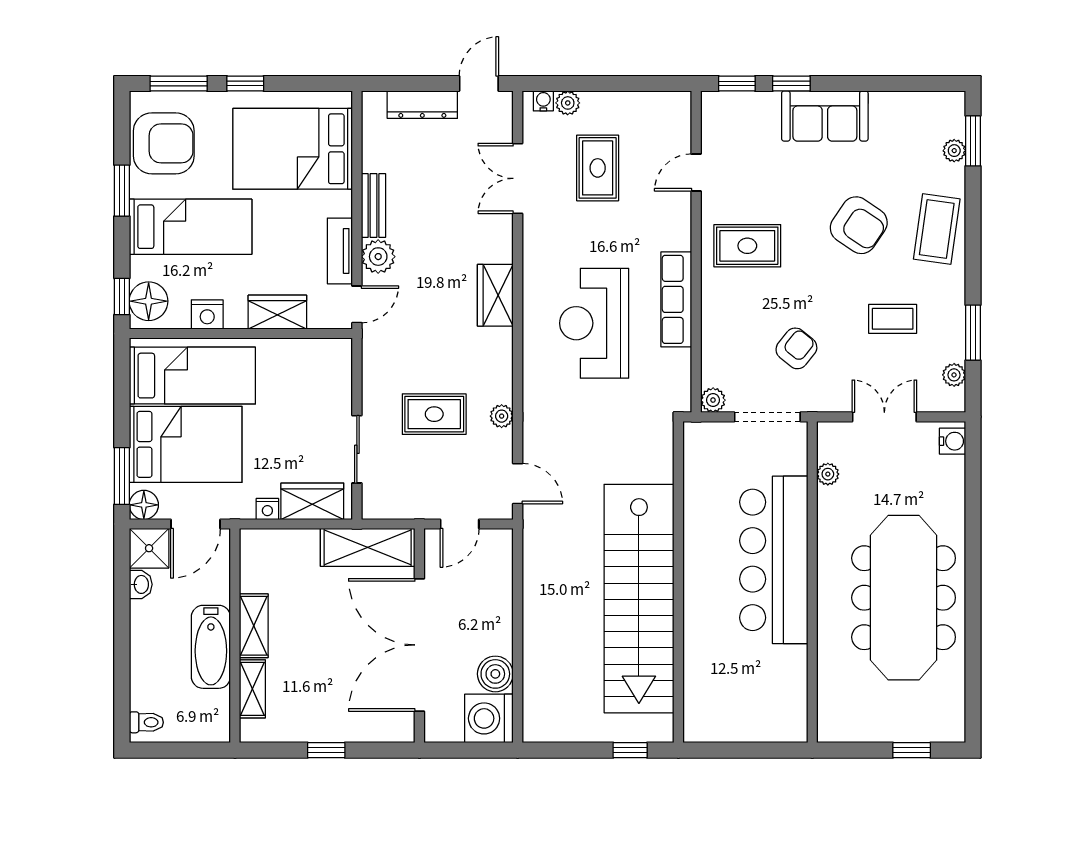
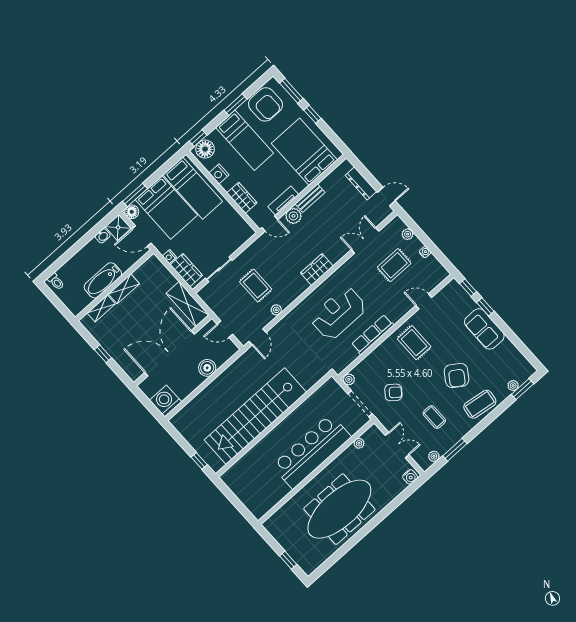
water cooler: (543, 101) -> (425, 252), moved
boiler: (495, 674) -> (207, 368), moved

